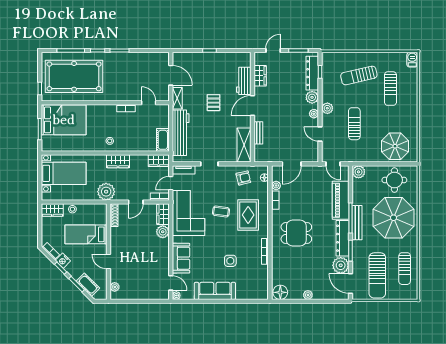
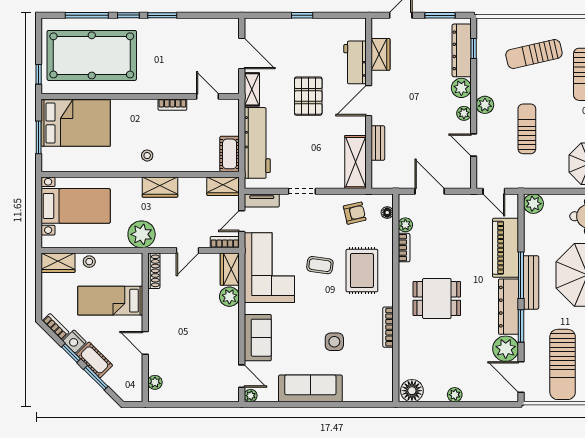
pallet: (213, 103) -> (308, 96), width x1.50, depth x1.42
door: (292, 164) -> (430, 191), swing flipped
cot: (88, 285) -> (94, 360), moved

